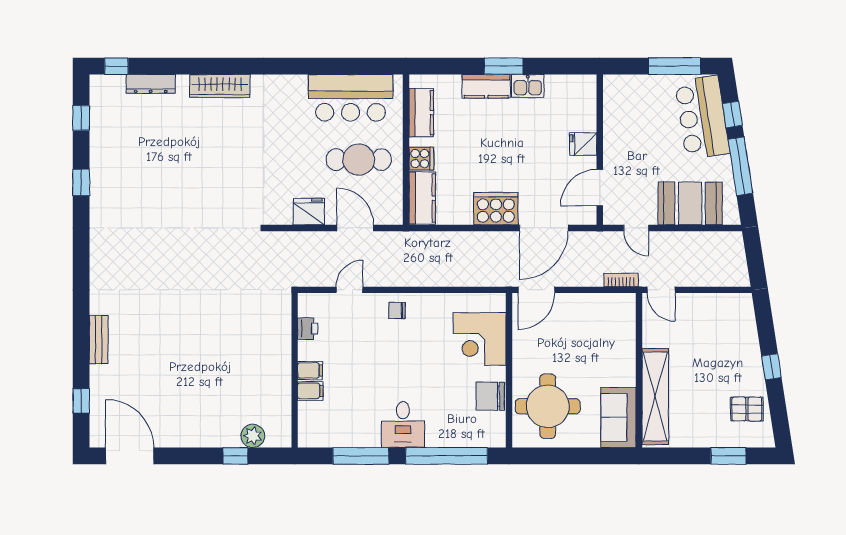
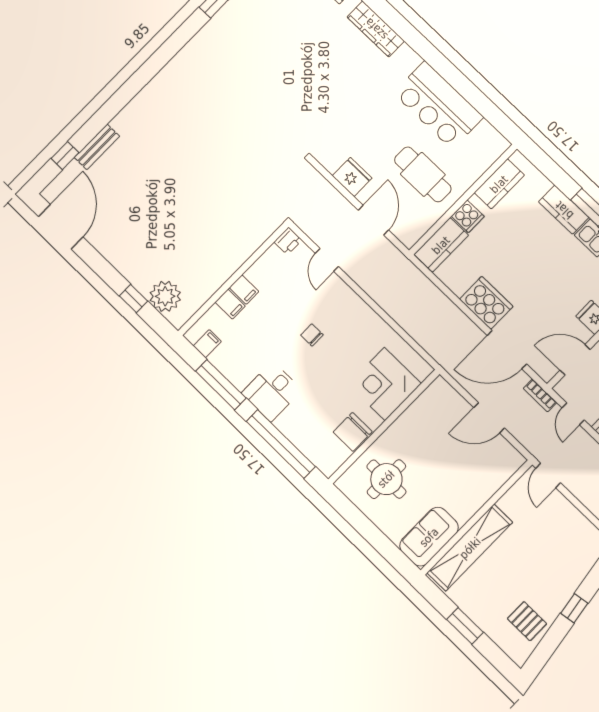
bar counter: (351, 98) -> (438, 105), moved
bookcase: (621, 280) -> (540, 395), moved, turned 180
door: (350, 290) -> (327, 260), swing flipped
door: (536, 290) -> (489, 418), moved
chair: (397, 311) -> (312, 335), moved
printer: (308, 329) -> (288, 241), moved
bench: (99, 340) -> (97, 147), moved
chair: (490, 396) -> (353, 432), turned -90
round table: (548, 406) -> (386, 479), width x0.73, depth x0.73
plant: (253, 436) -> (165, 296), width x1.36, depth x1.36
filing cabinet: (322, 436) -> (207, 344), added
window: (728, 456) -> (465, 626), moved

